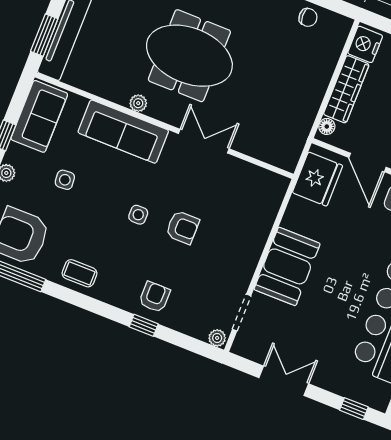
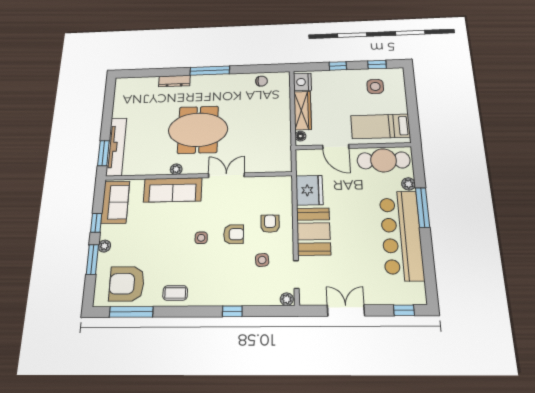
fridge: (317, 179) -> (309, 190), moved
side table: (65, 180) -> (262, 260), moved
armchair: (155, 297) -> (270, 224), moved

